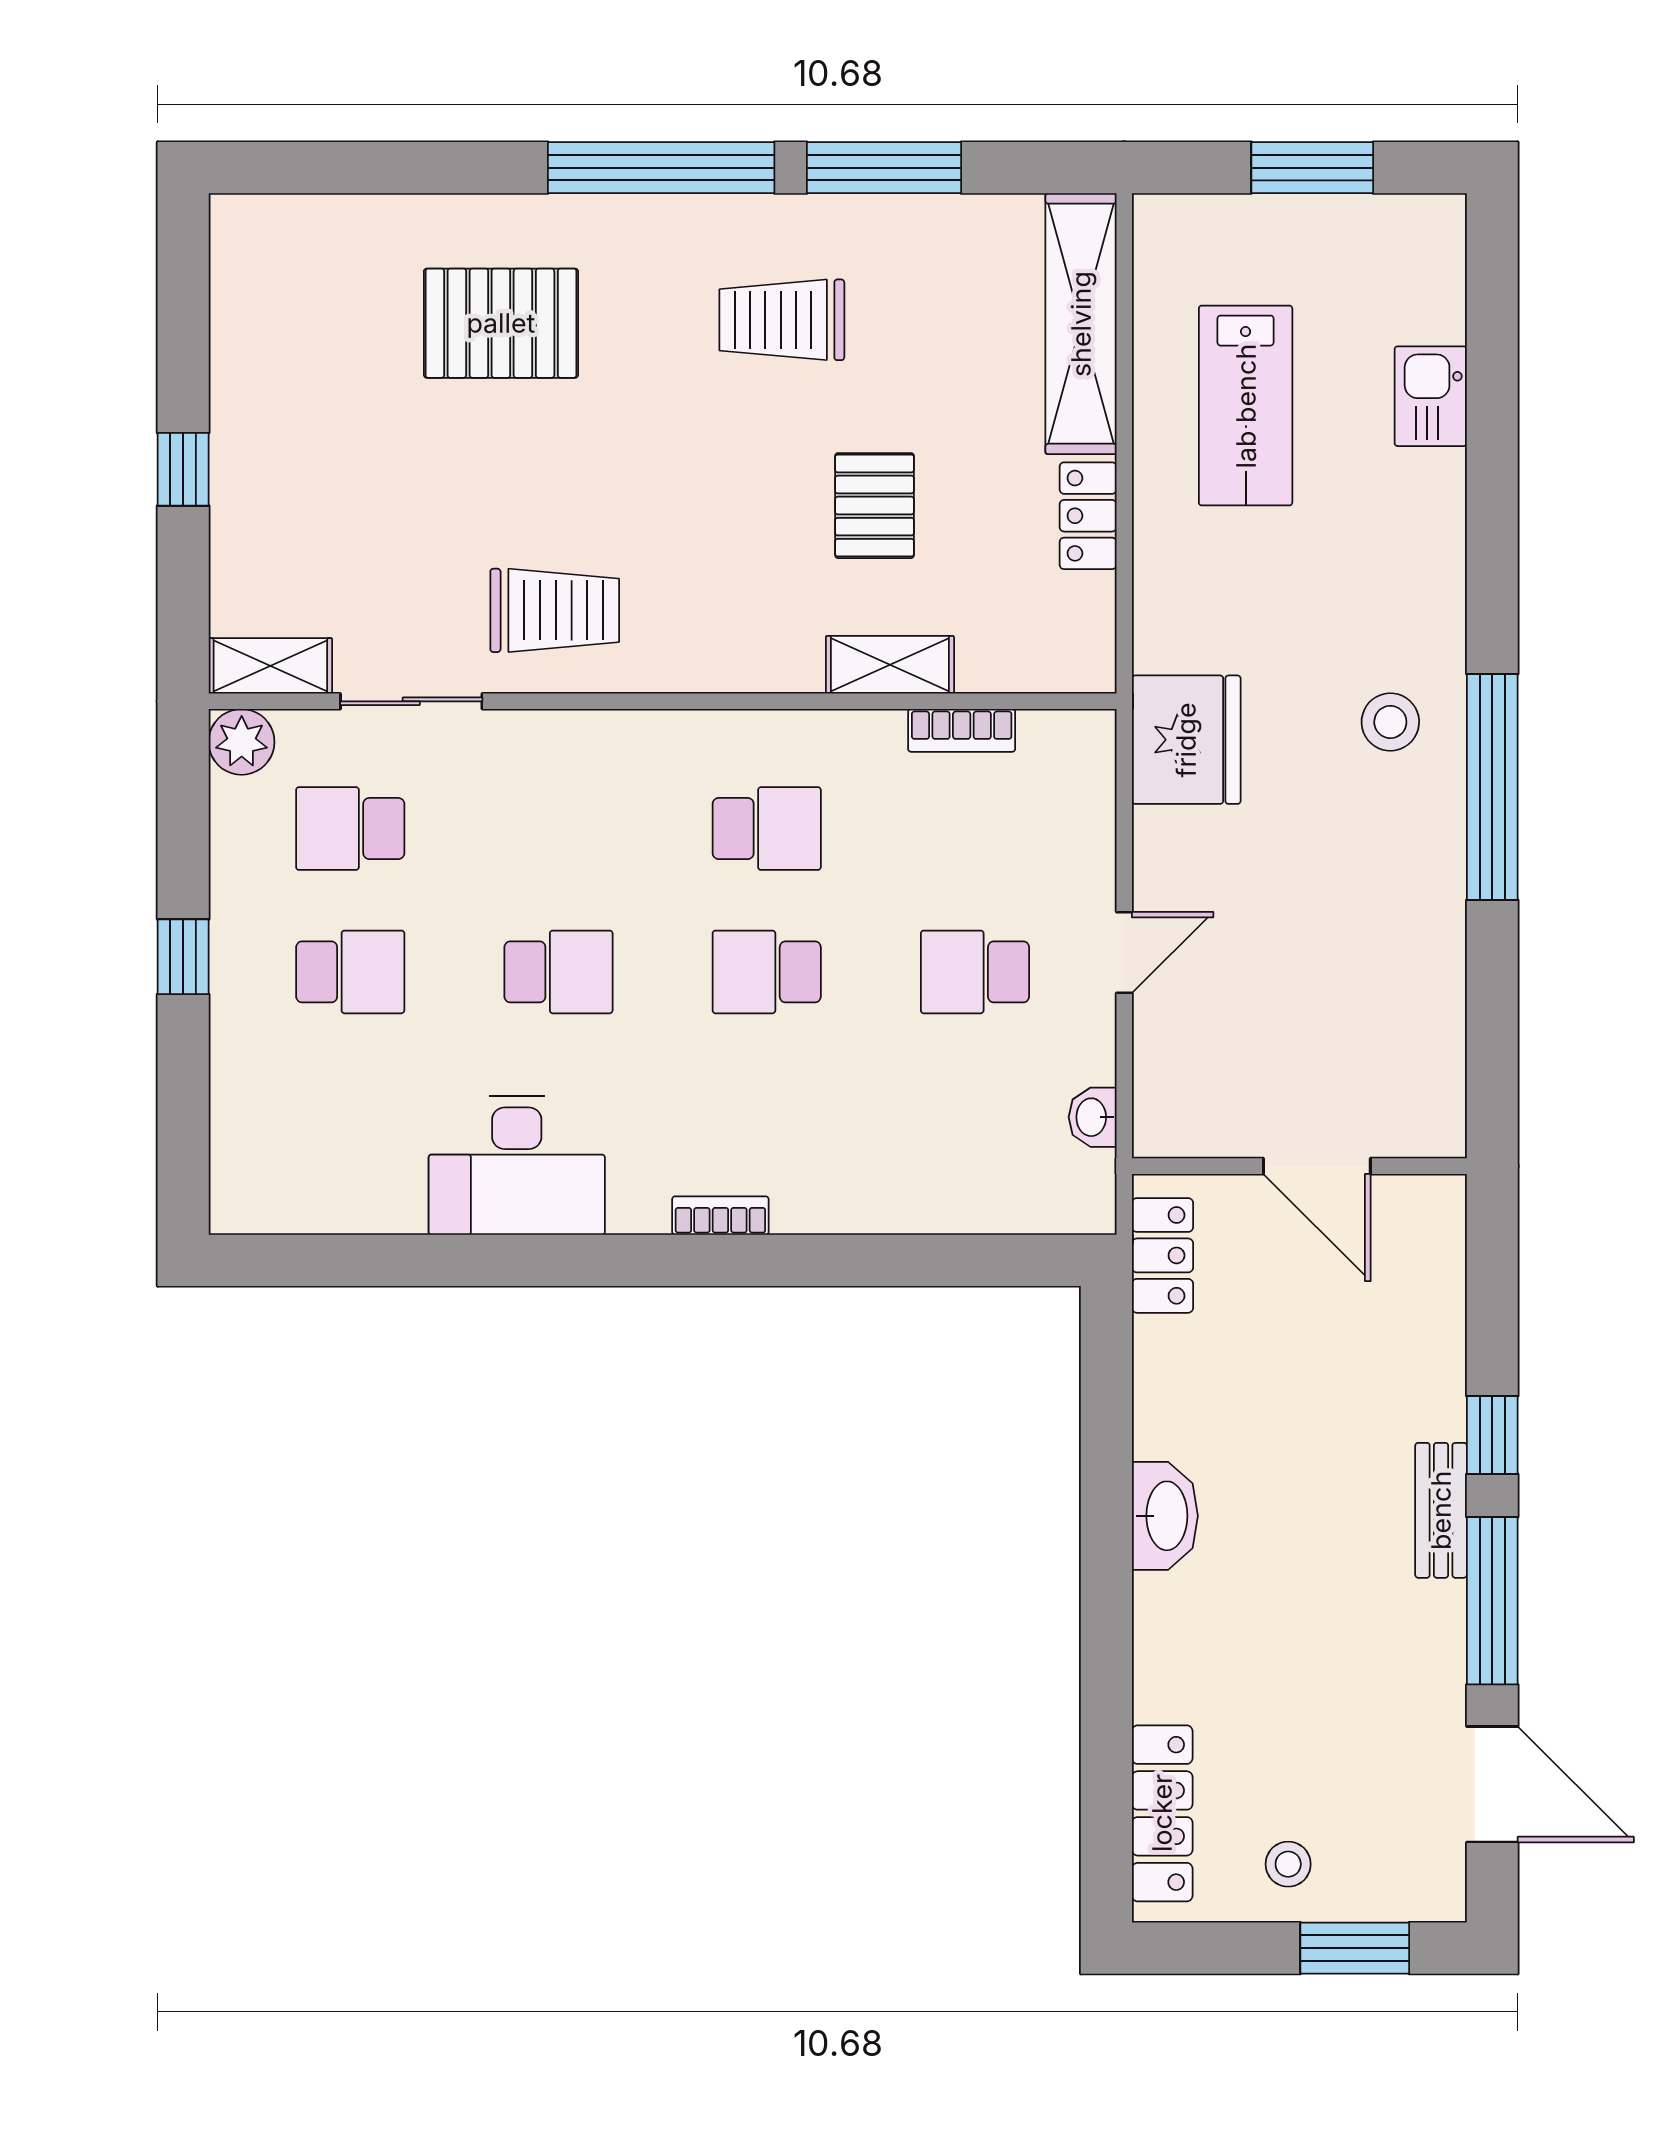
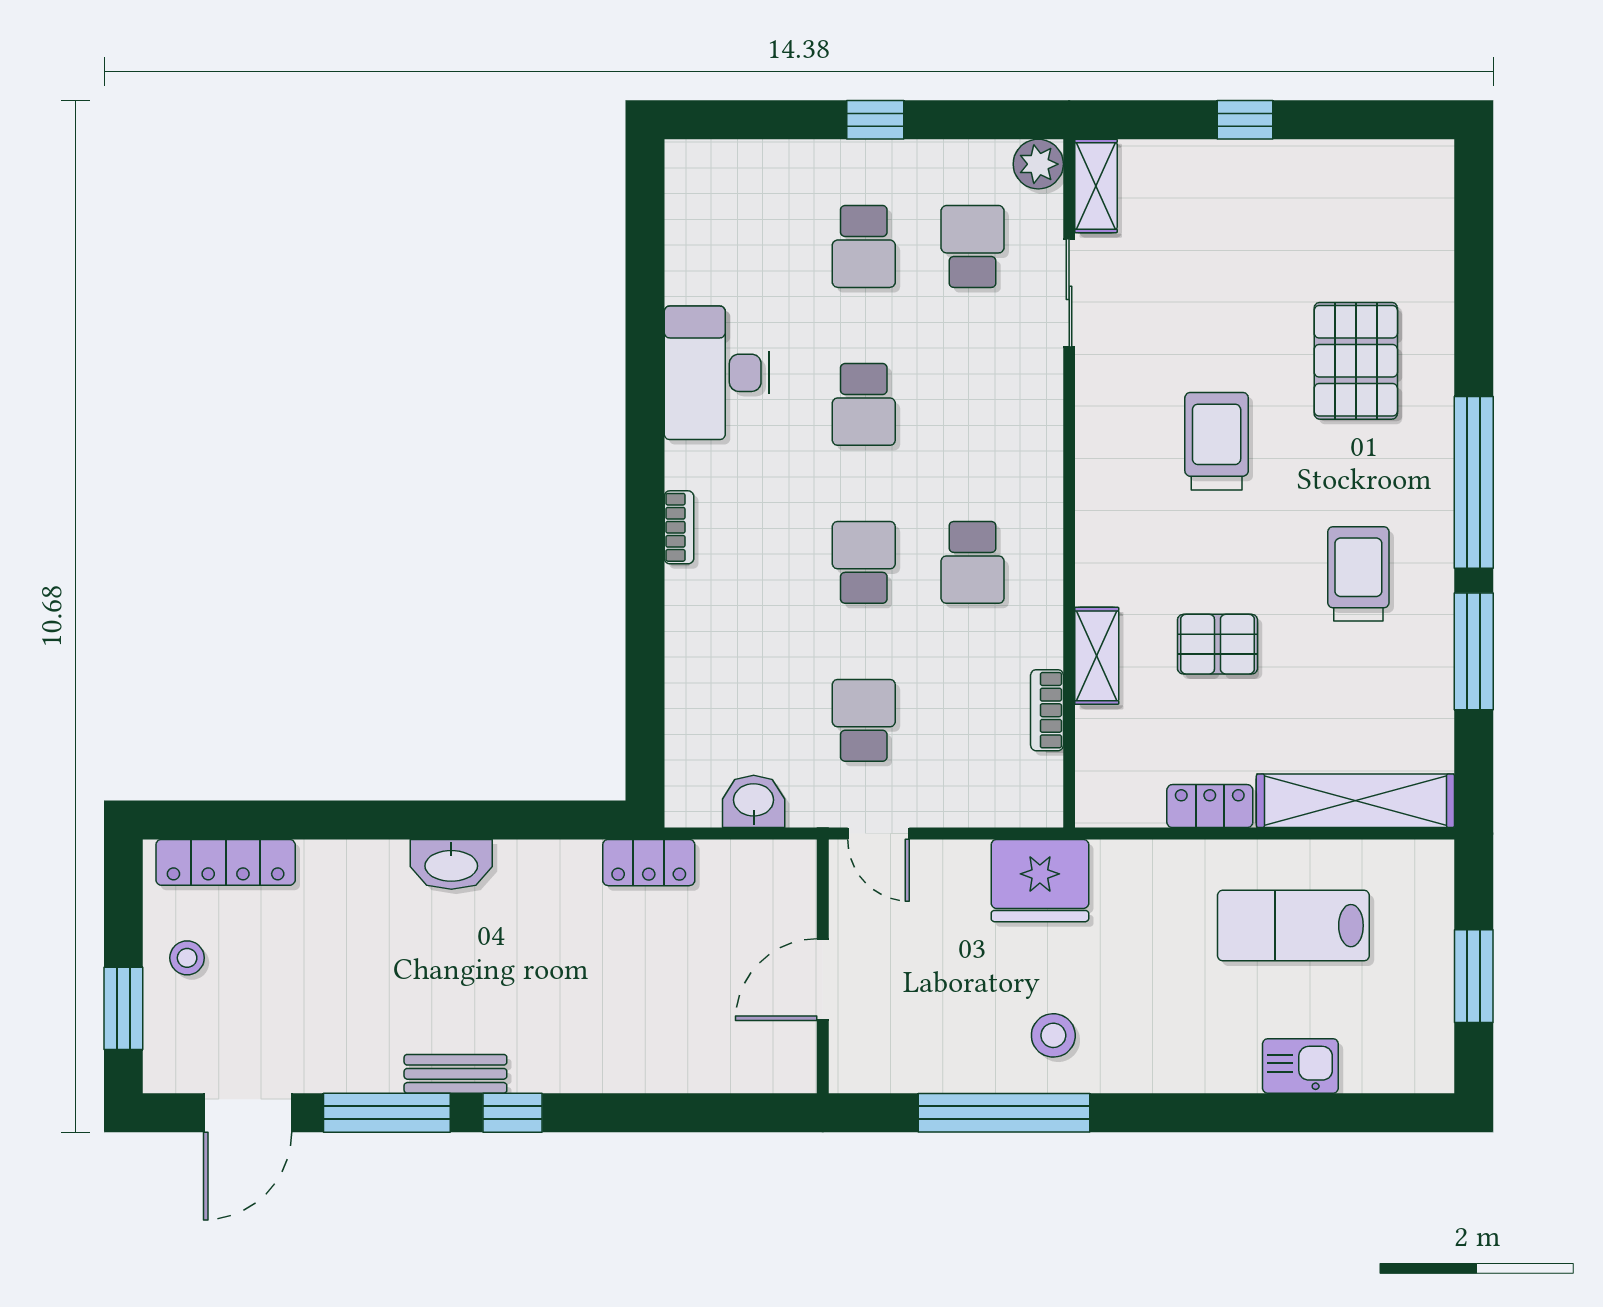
trolley: (555, 610) -> (1217, 441), moved, turned 180
washbasin: (1093, 1117) -> (754, 801), width x1.38, depth x1.45
wall: (1299, 1166) -> (823, 966), moved
door: (1317, 1166) -> (823, 980), moved

